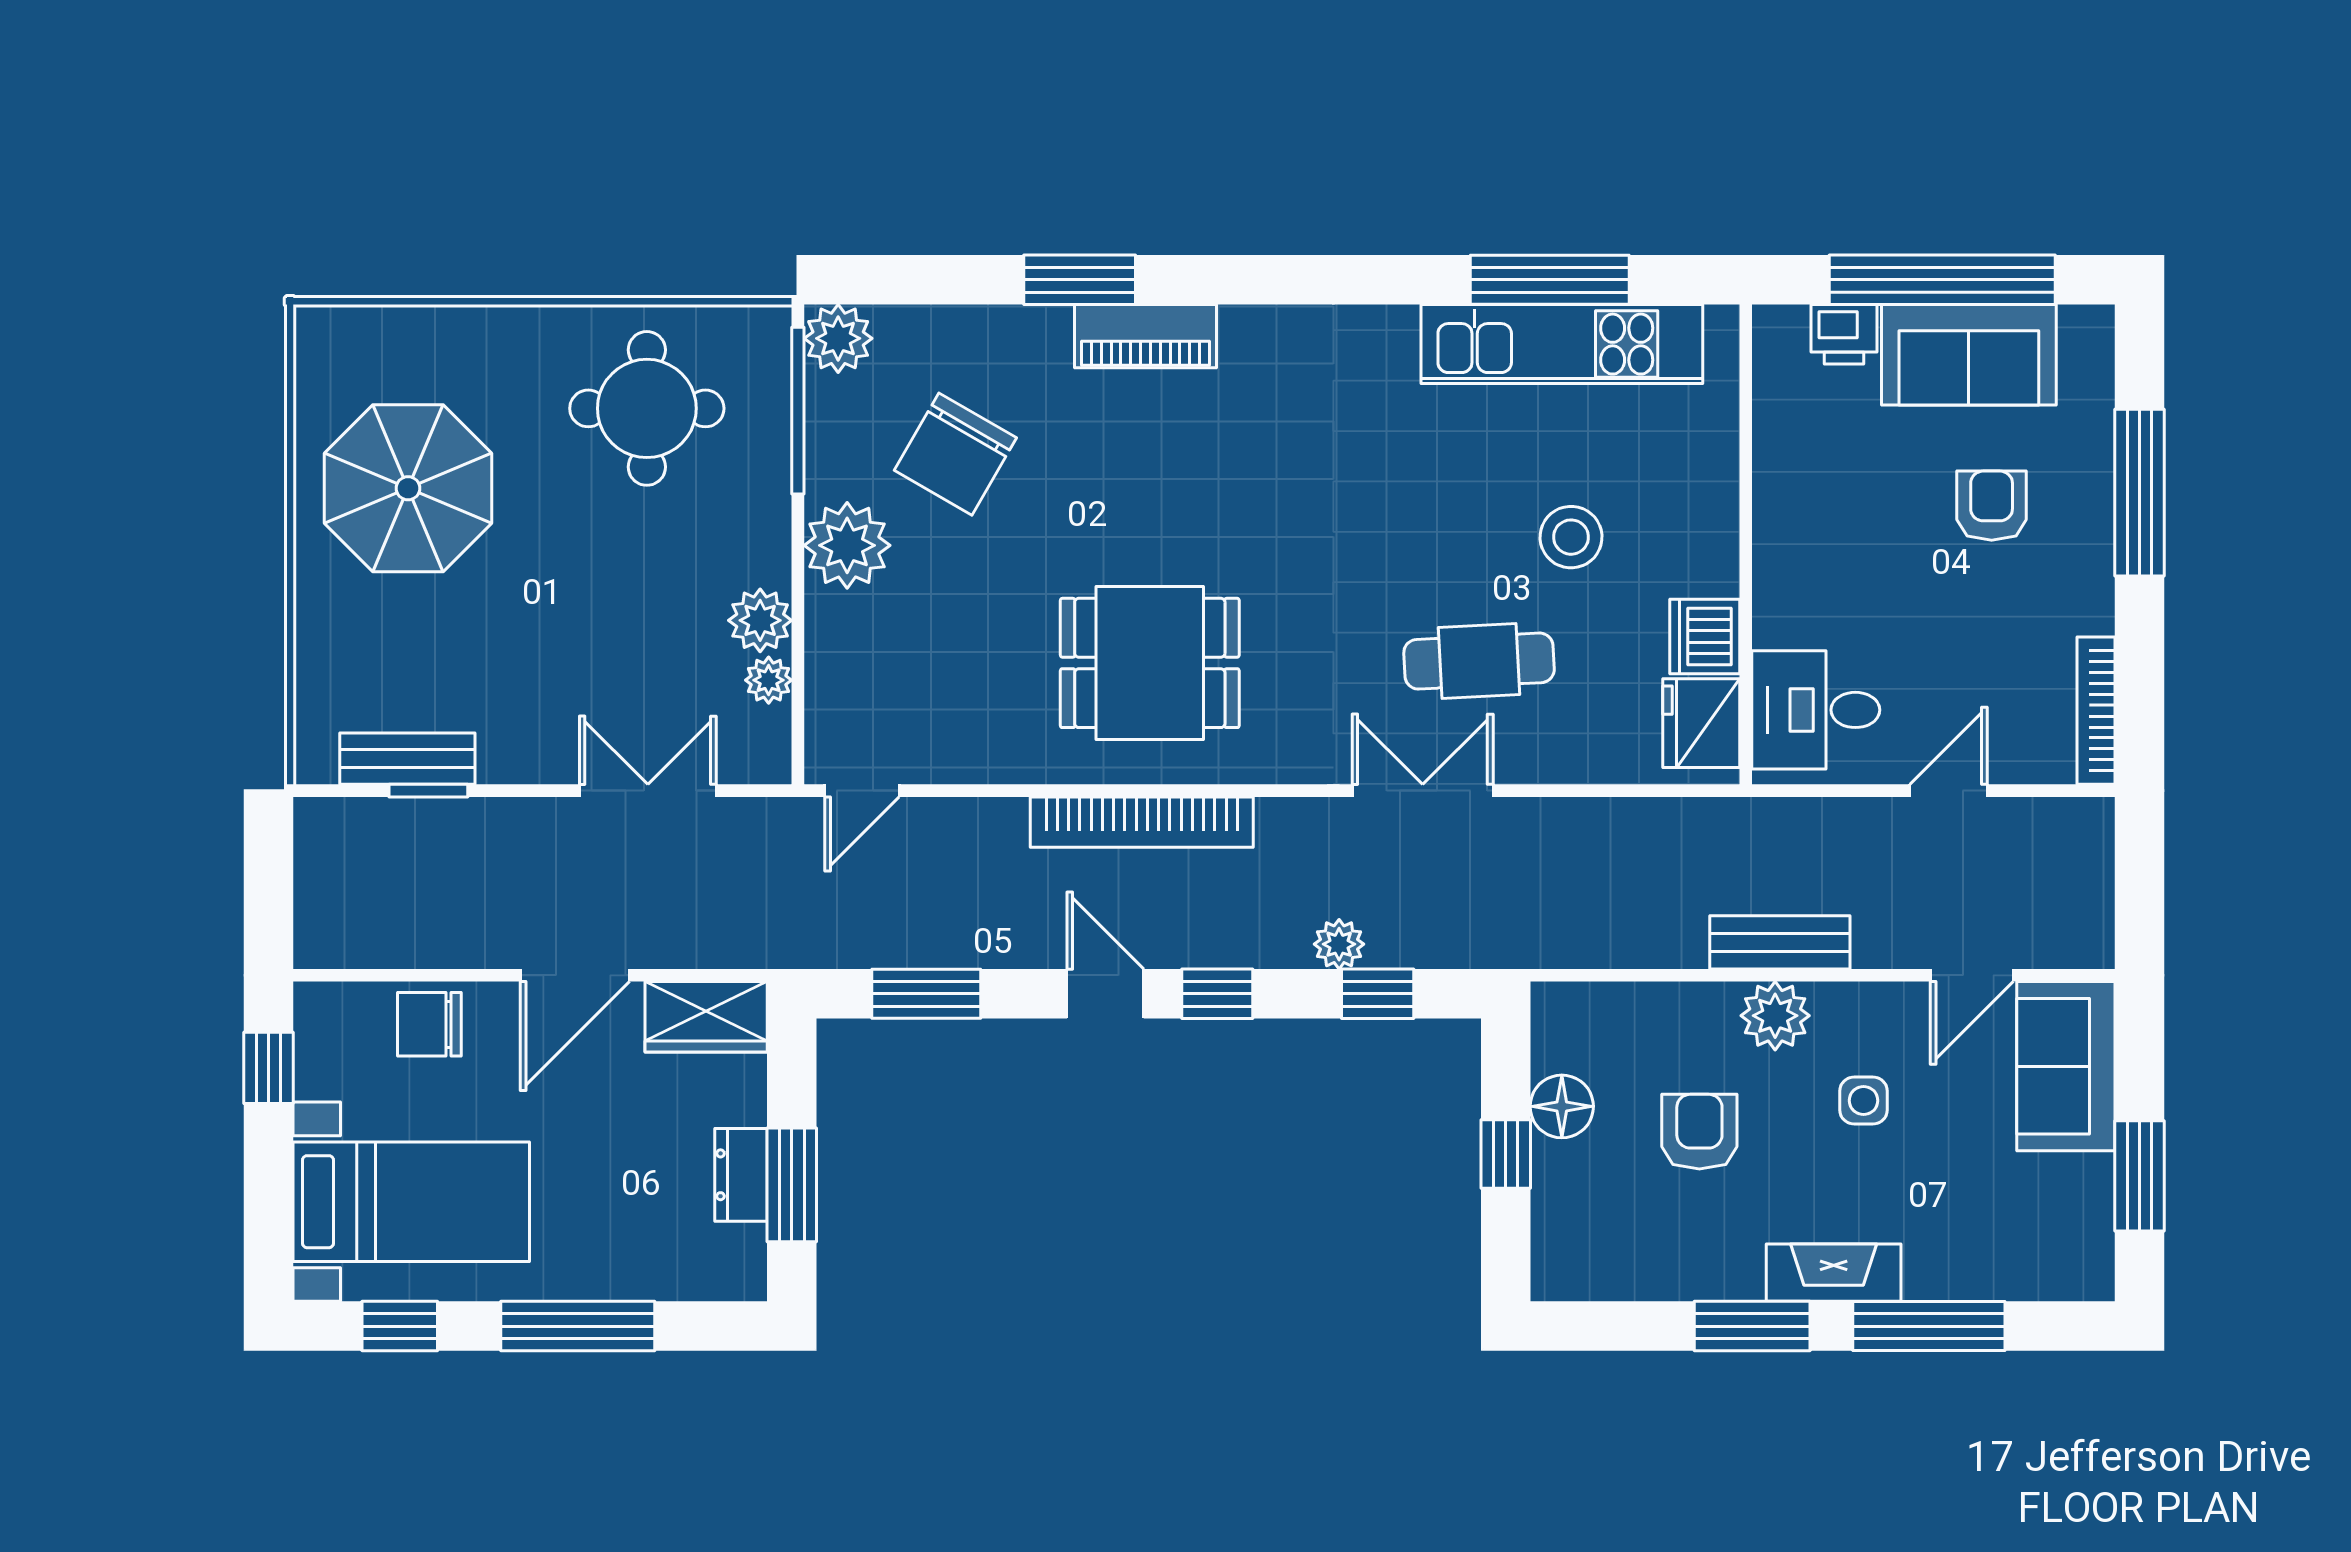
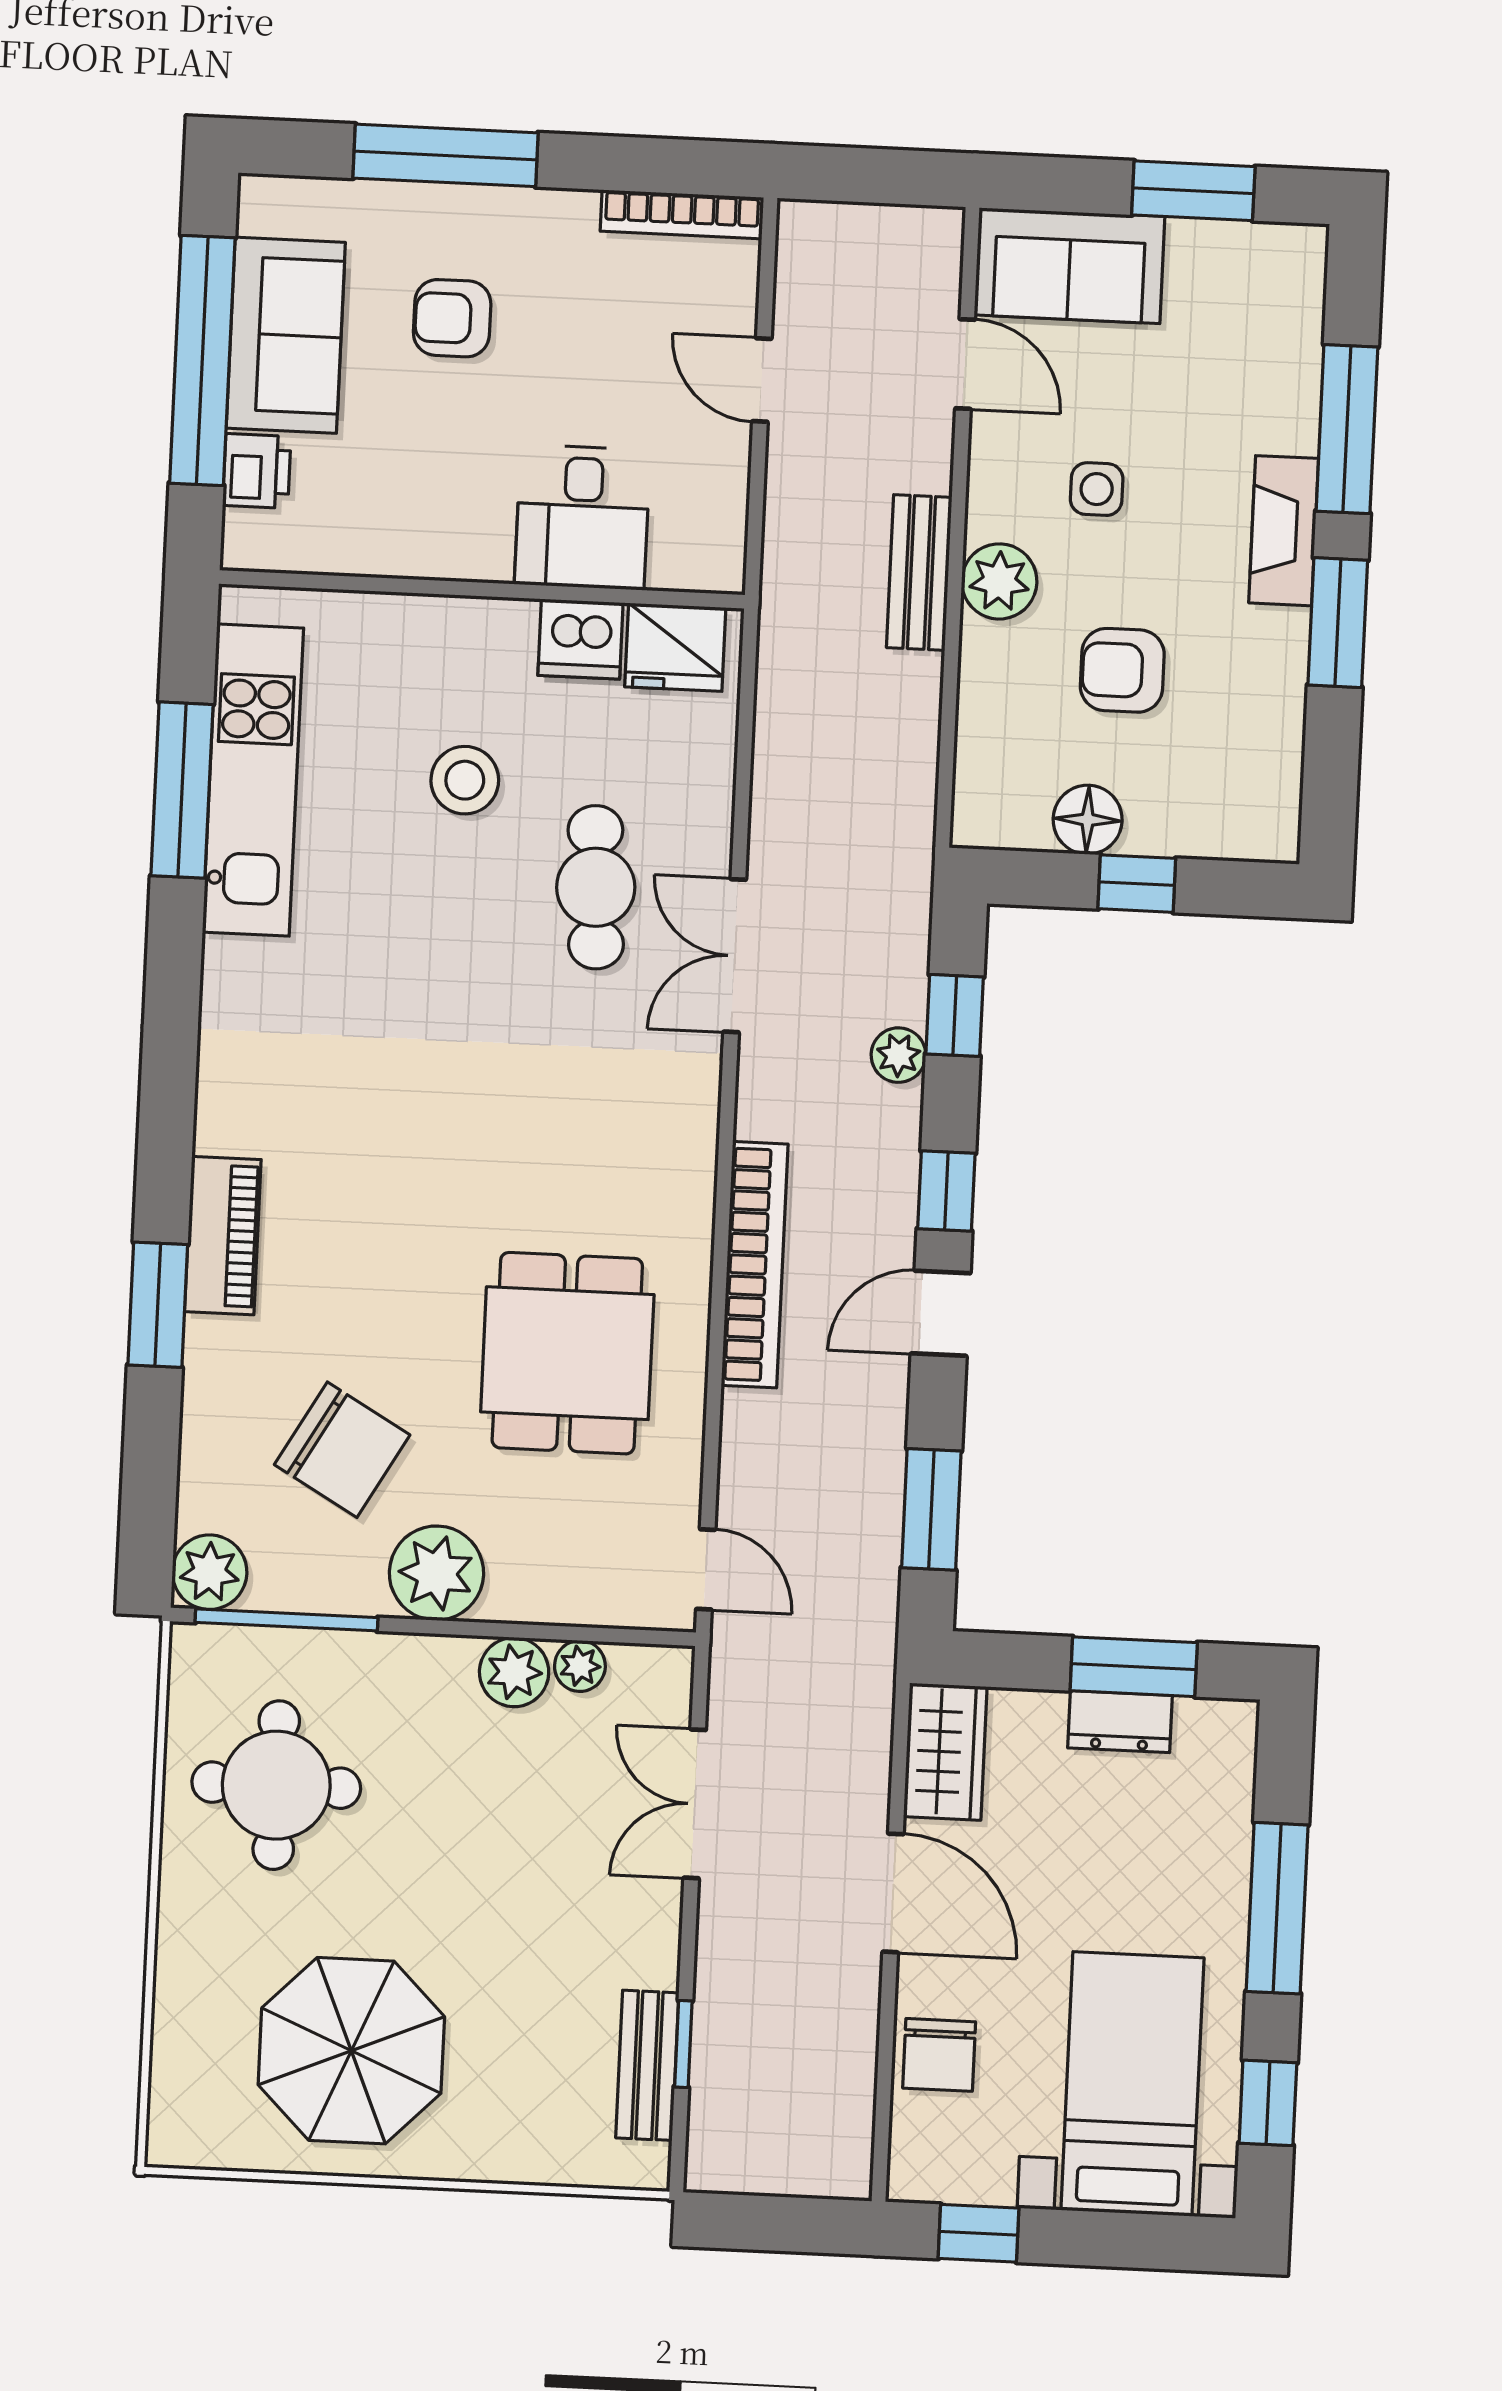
dining table: (1150, 663) -> (567, 1353), moved
desk: (1816, 710) -> (582, 517), moved

